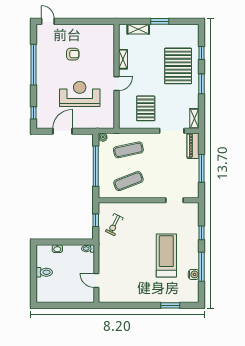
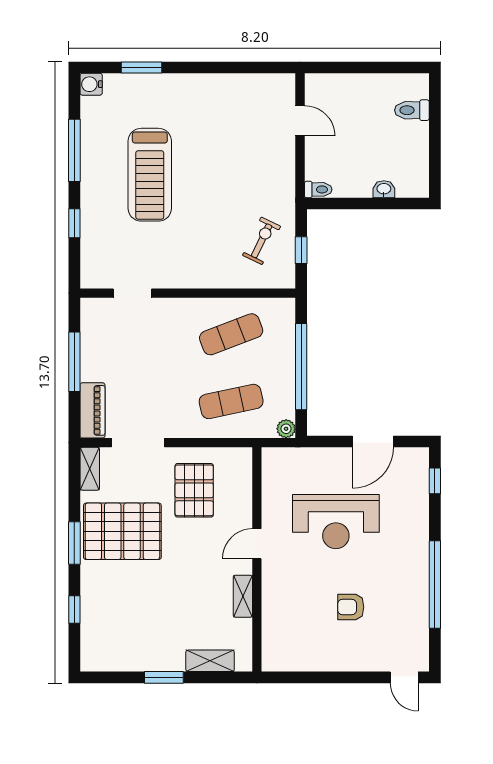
pallet: (178, 66) -> (122, 531), moved, turned 90
toilet: (44, 272) -> (412, 110), moved
water cooler: (194, 274) -> (91, 84), moved

